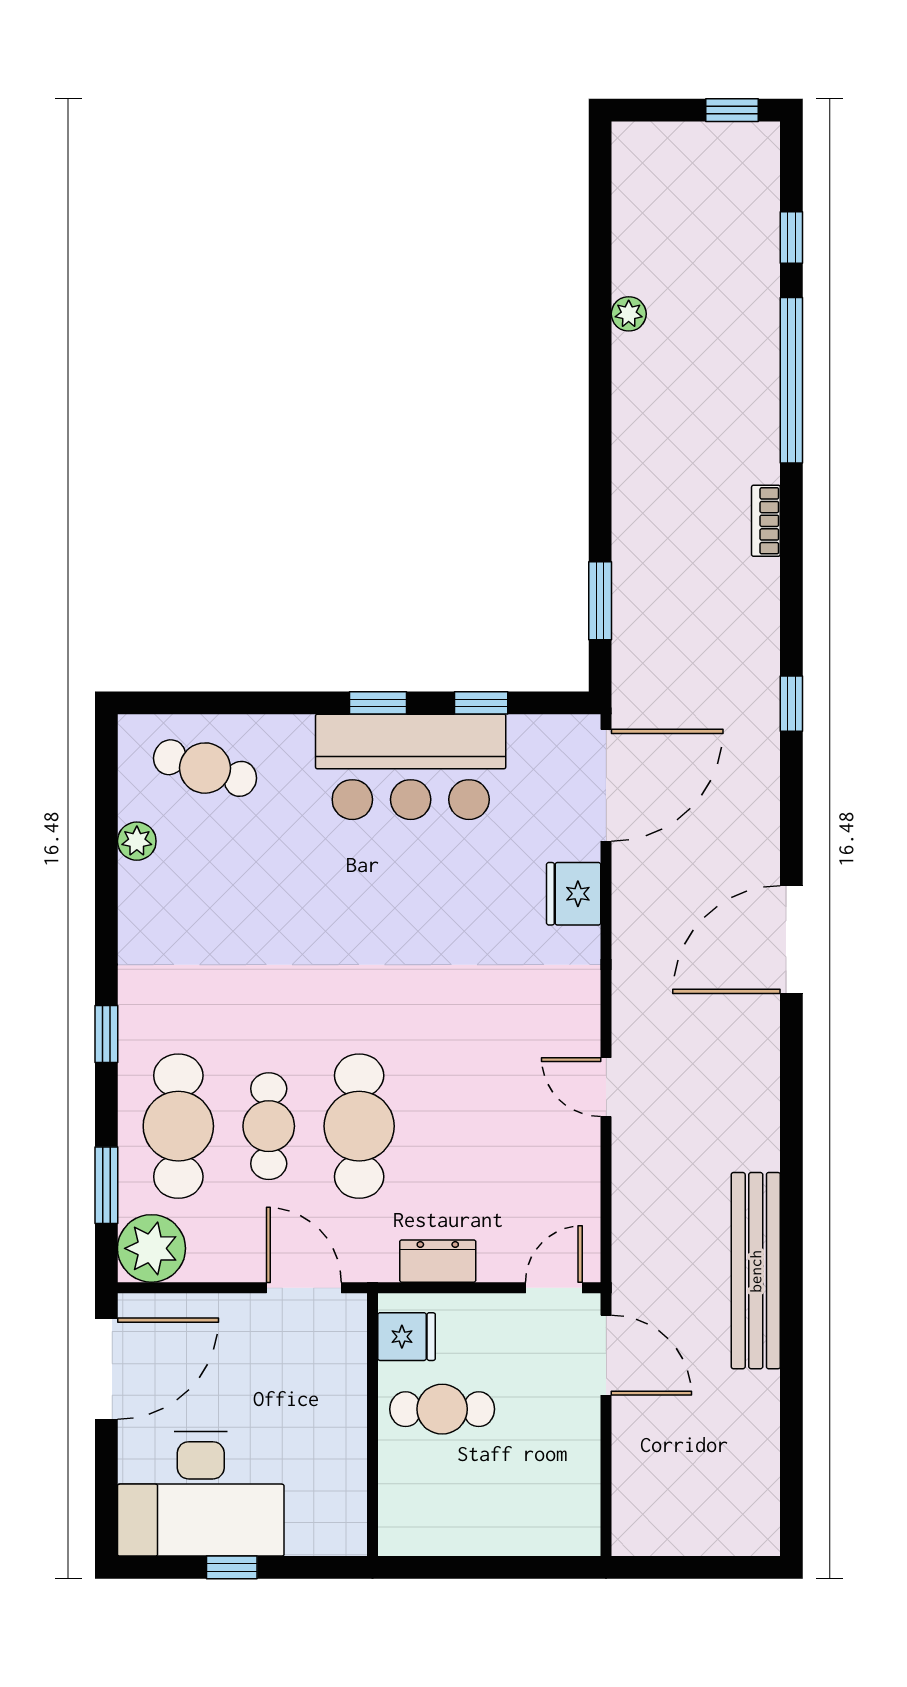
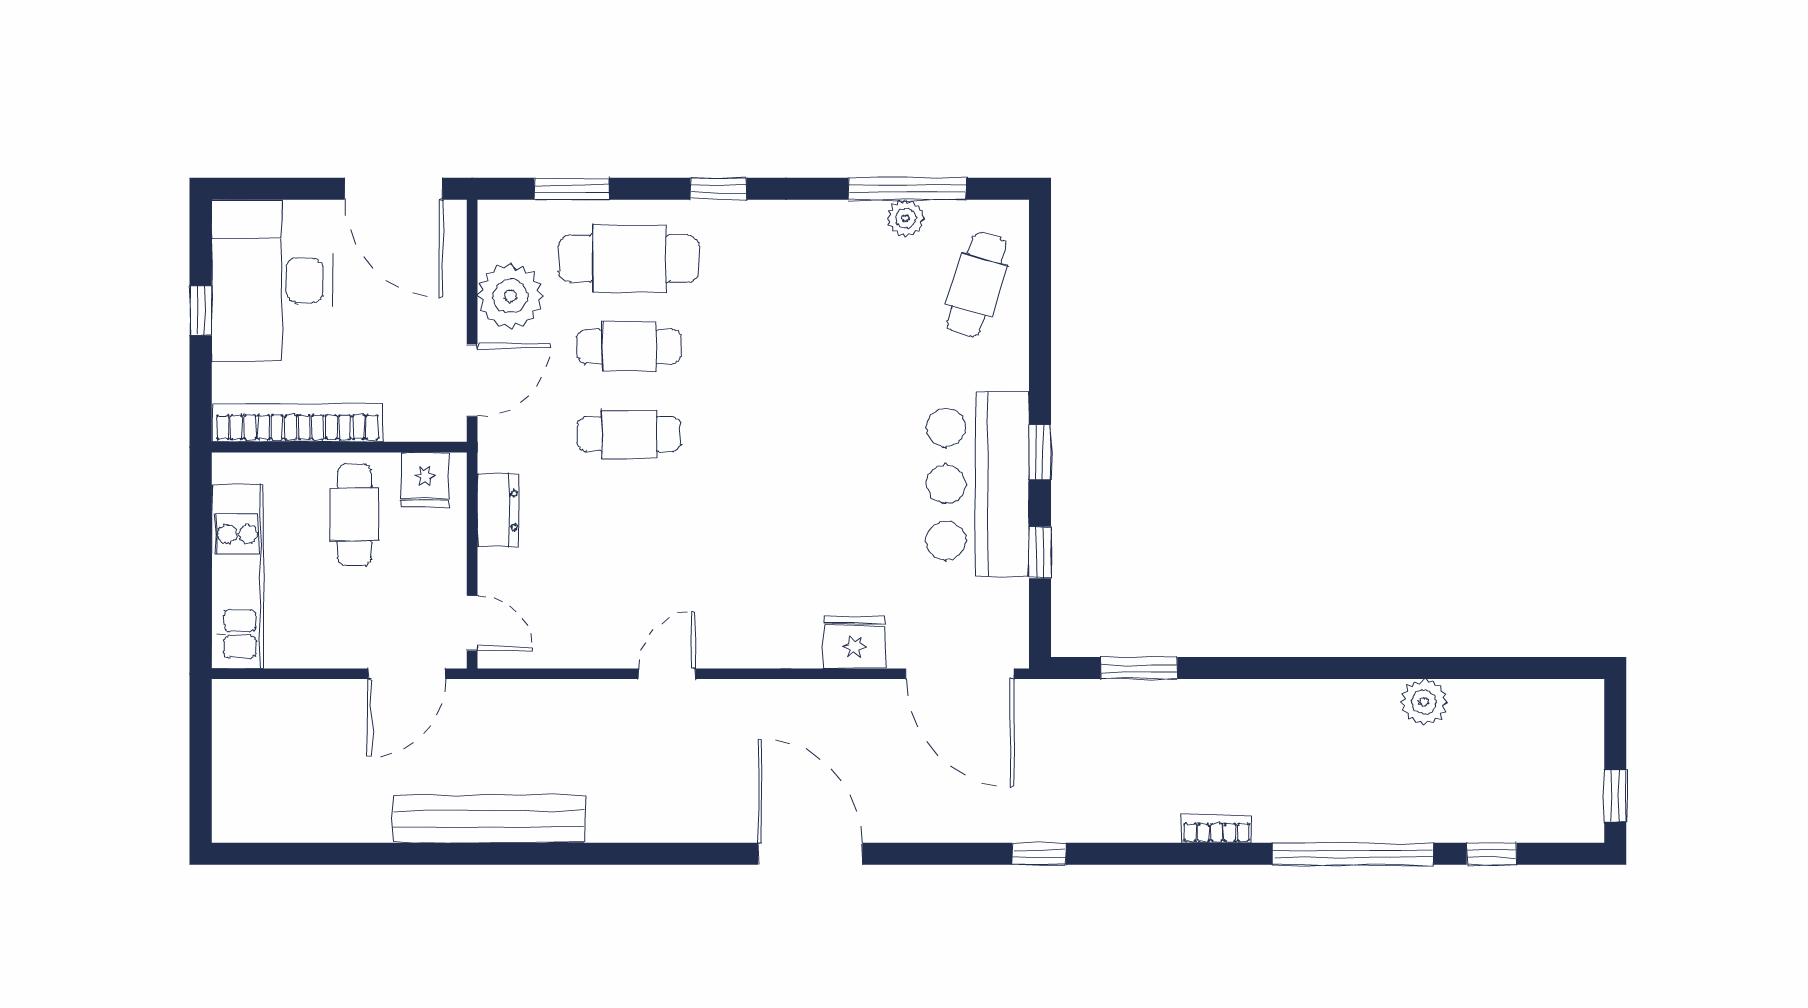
plant: (629, 314) -> (1424, 702), width x1.38, depth x1.38
window: (106, 840) -> (907, 189), added
cafe table: (359, 1126) -> (629, 434), width x0.73, depth x0.74
plant: (151, 1248) -> (510, 296), moved
bookcase: (347, 1468) -> (297, 423), added
kitchen unit: (506, 1529) -> (237, 576), added

